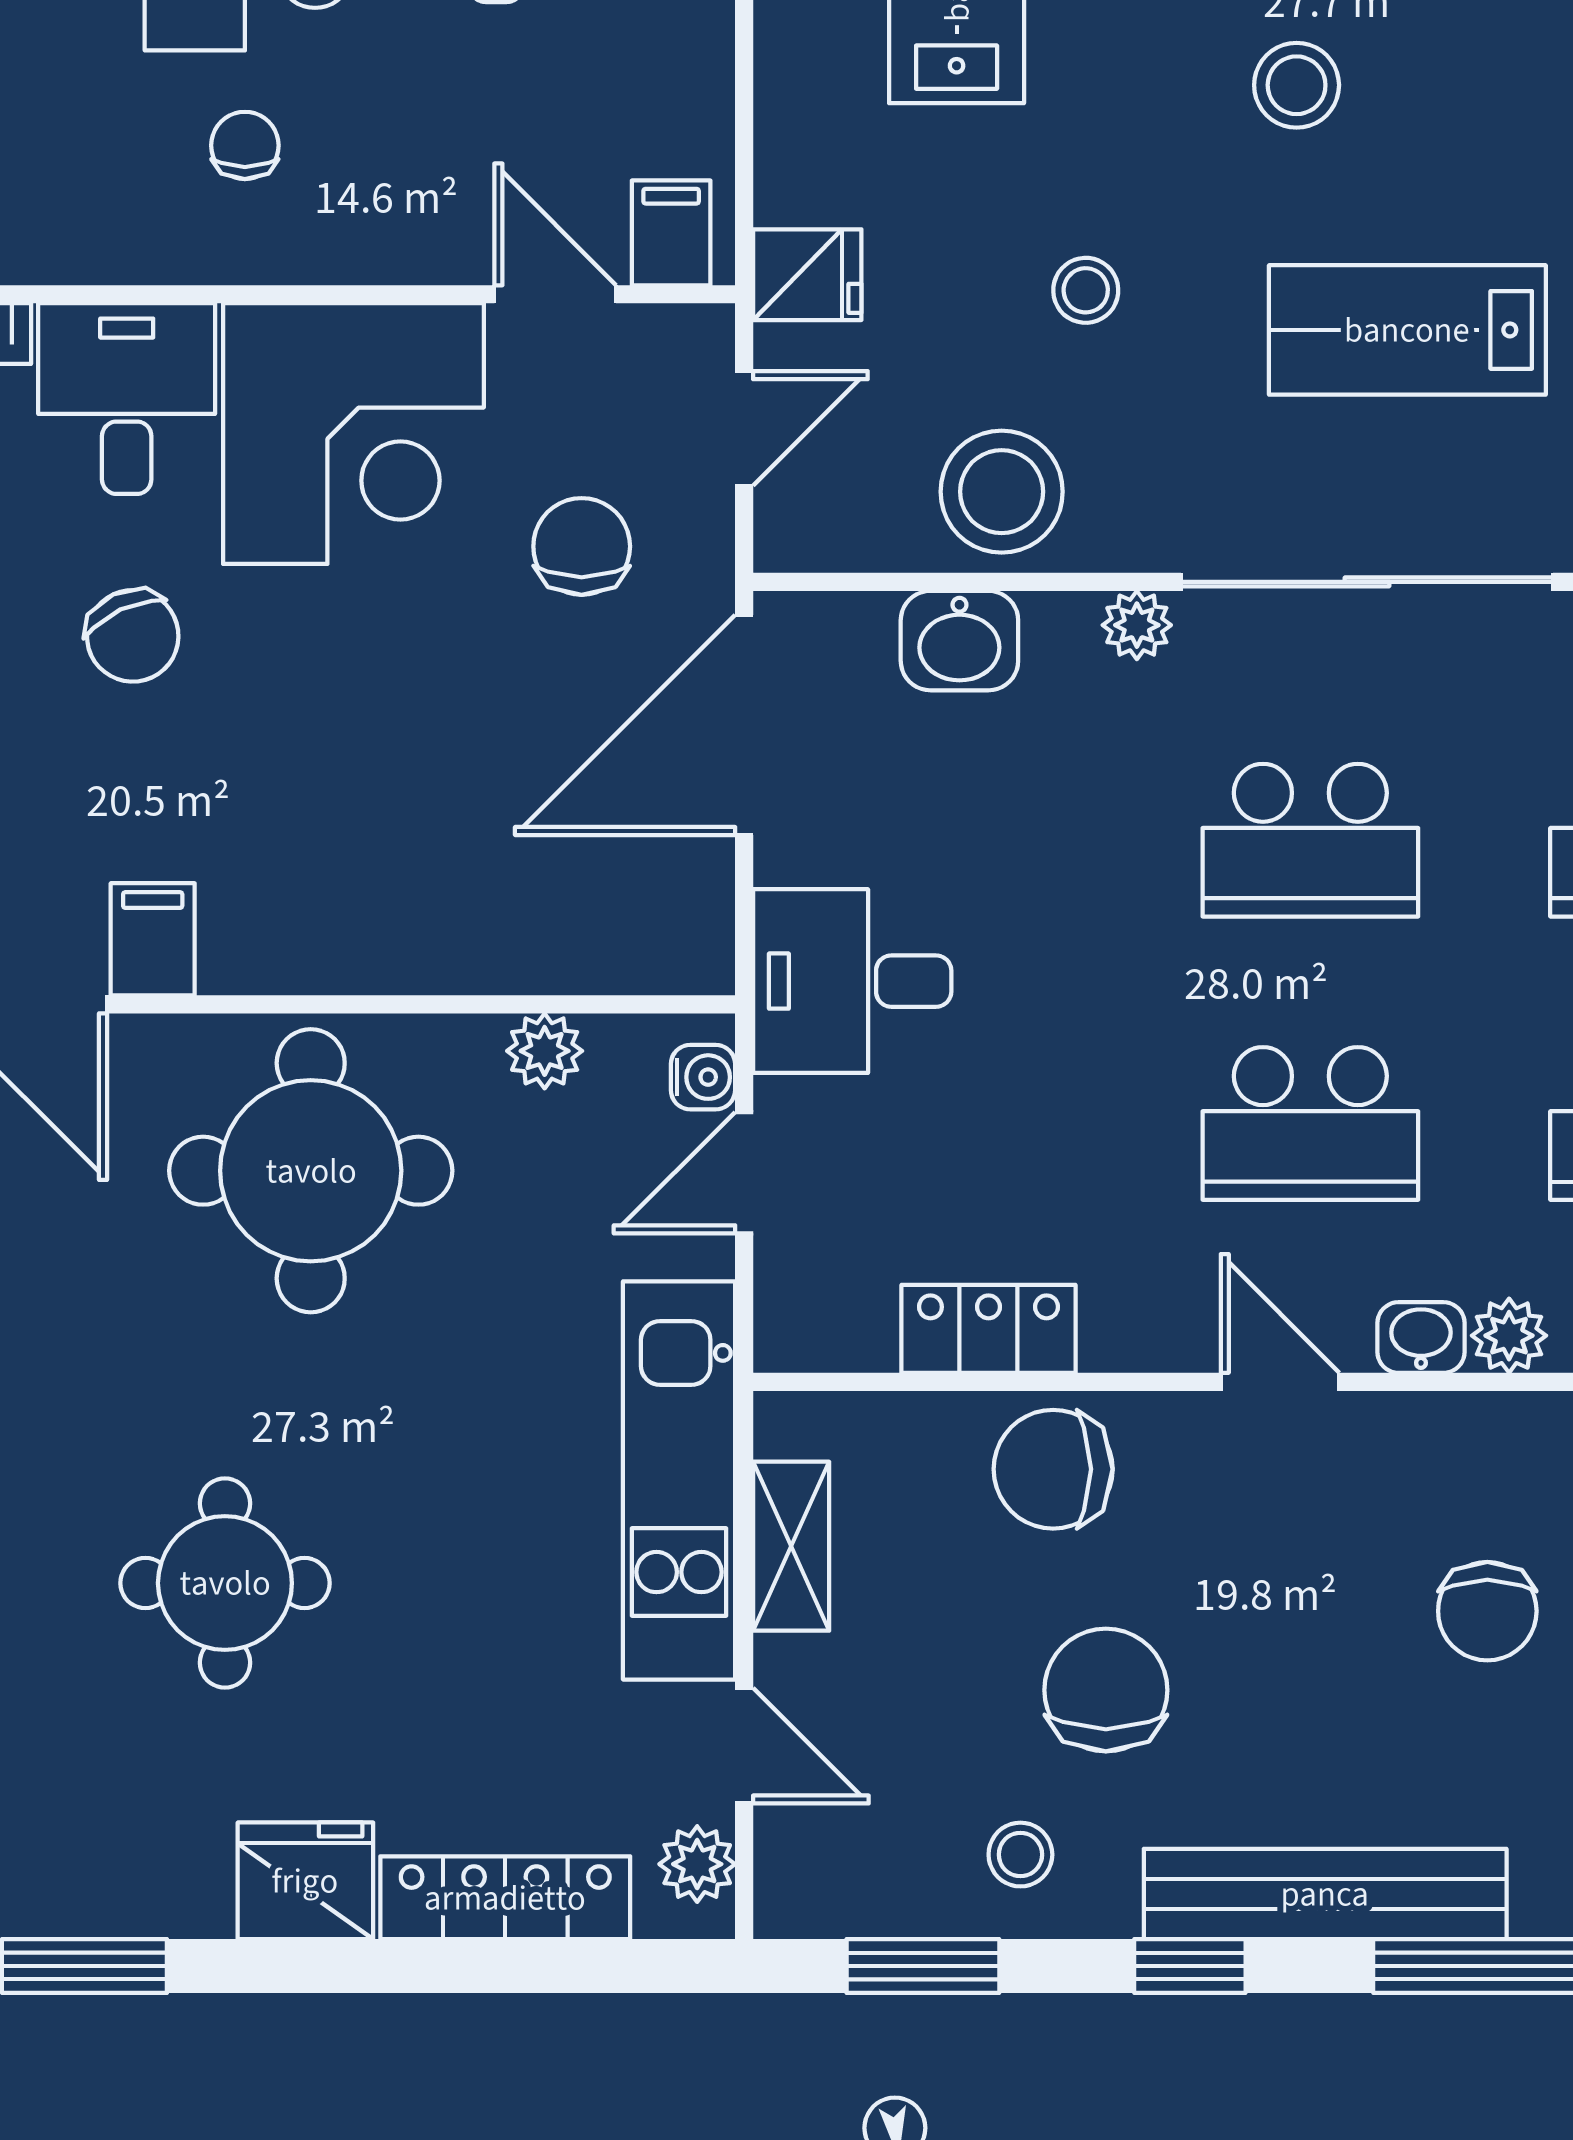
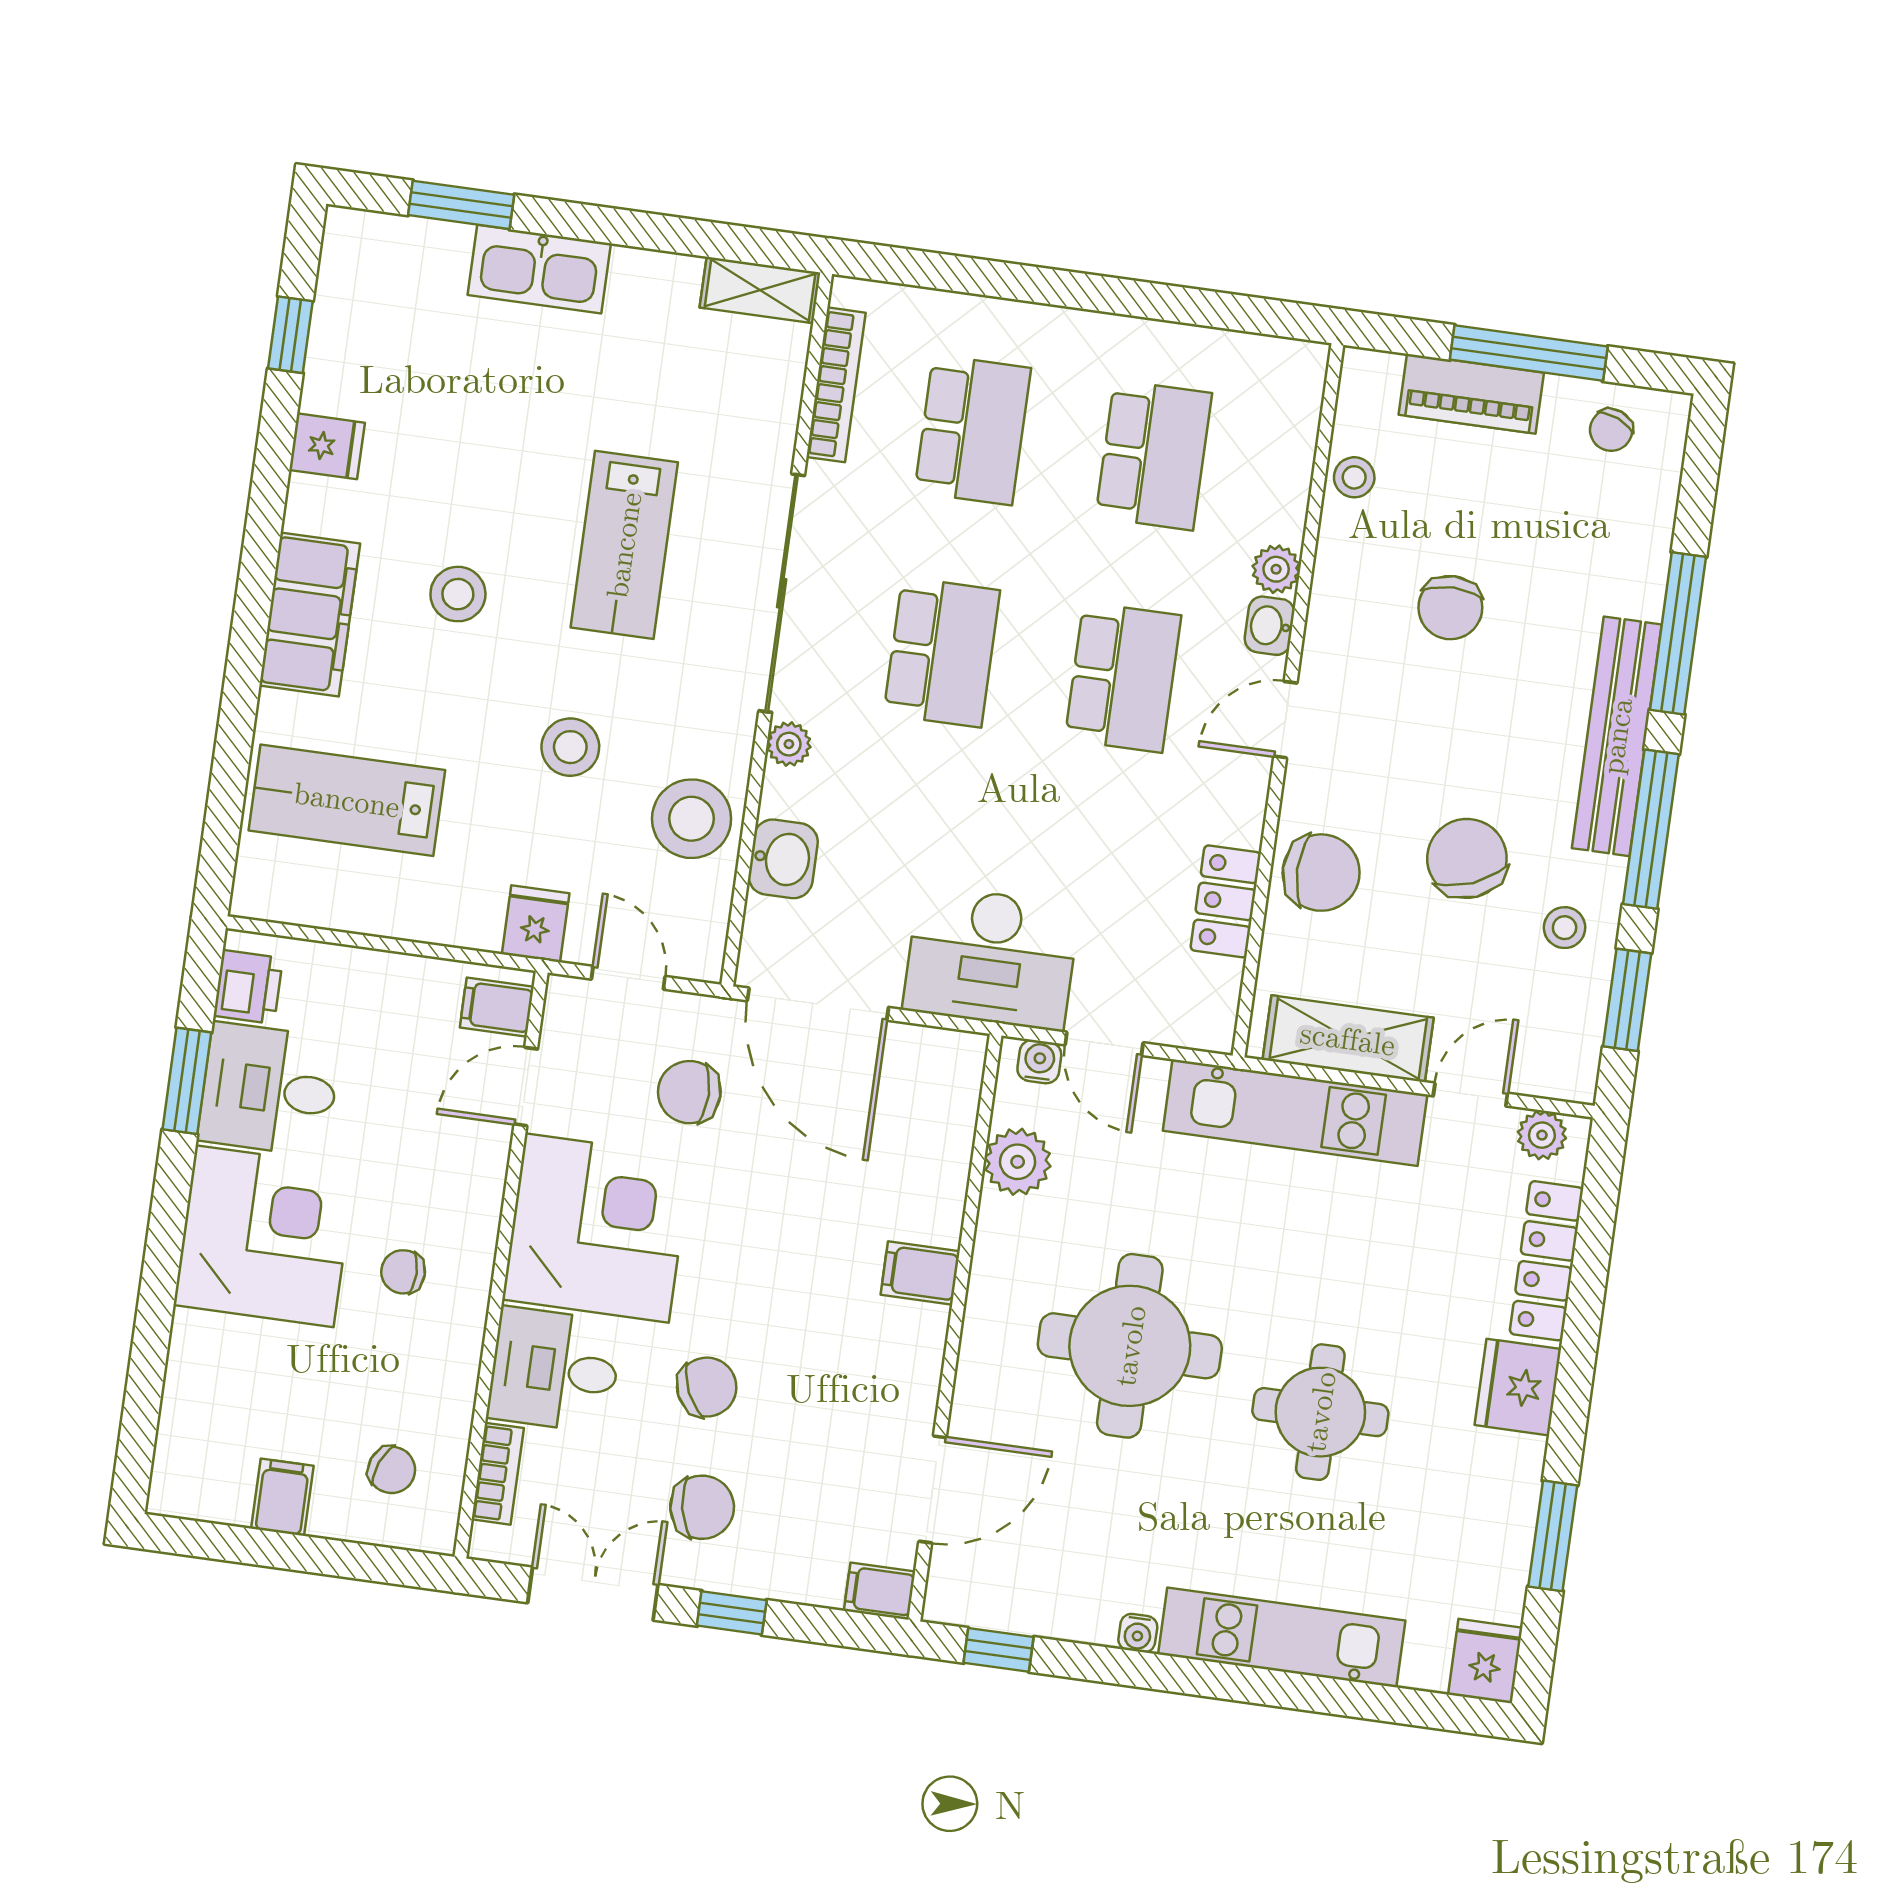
stool: (1086, 290) -> (570, 747), width x1.37, depth x1.37
filing cabinet: (153, 939) -> (920, 1273), moved
desk: (852, 981) -> (991, 958), width x1.37
plant: (545, 1051) -> (1018, 1162), width x1.38, depth x1.38
round table: (311, 1171) -> (1130, 1346), moved
chair: (1053, 1469) -> (1321, 873), turned -90
shelving: (791, 1546) -> (1348, 1039), width x1.50, depth x1.33
chair: (1487, 1611) -> (1450, 608), turned 90
chair: (1106, 1690) -> (1467, 858), turned 68
window: (1190, 1966) -> (1651, 829), width x2.17

